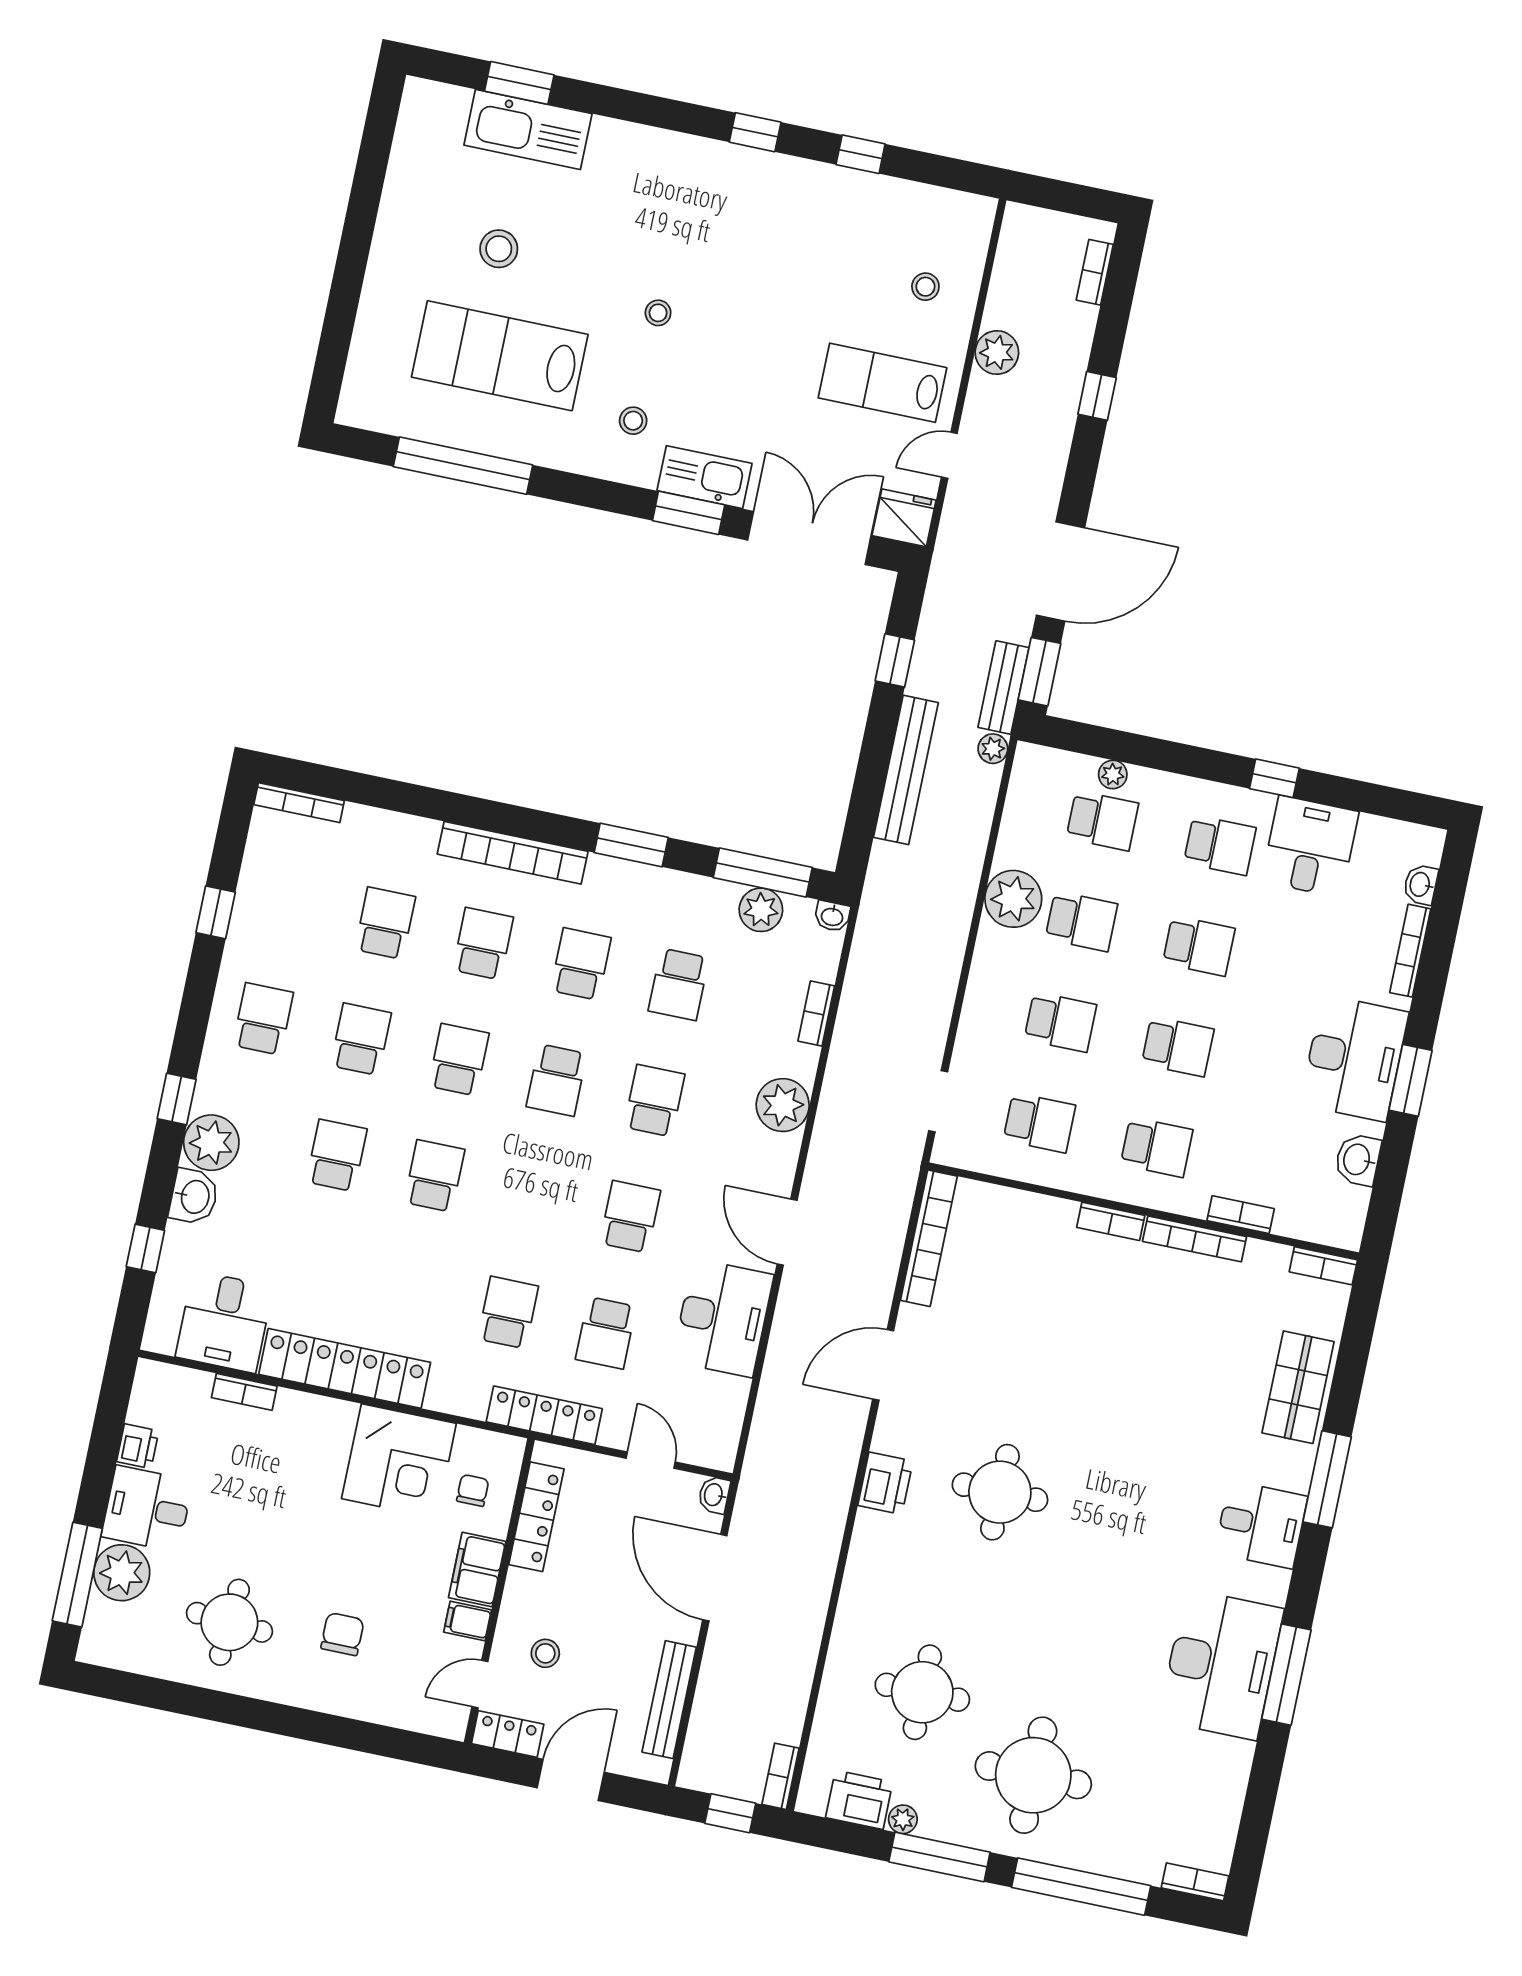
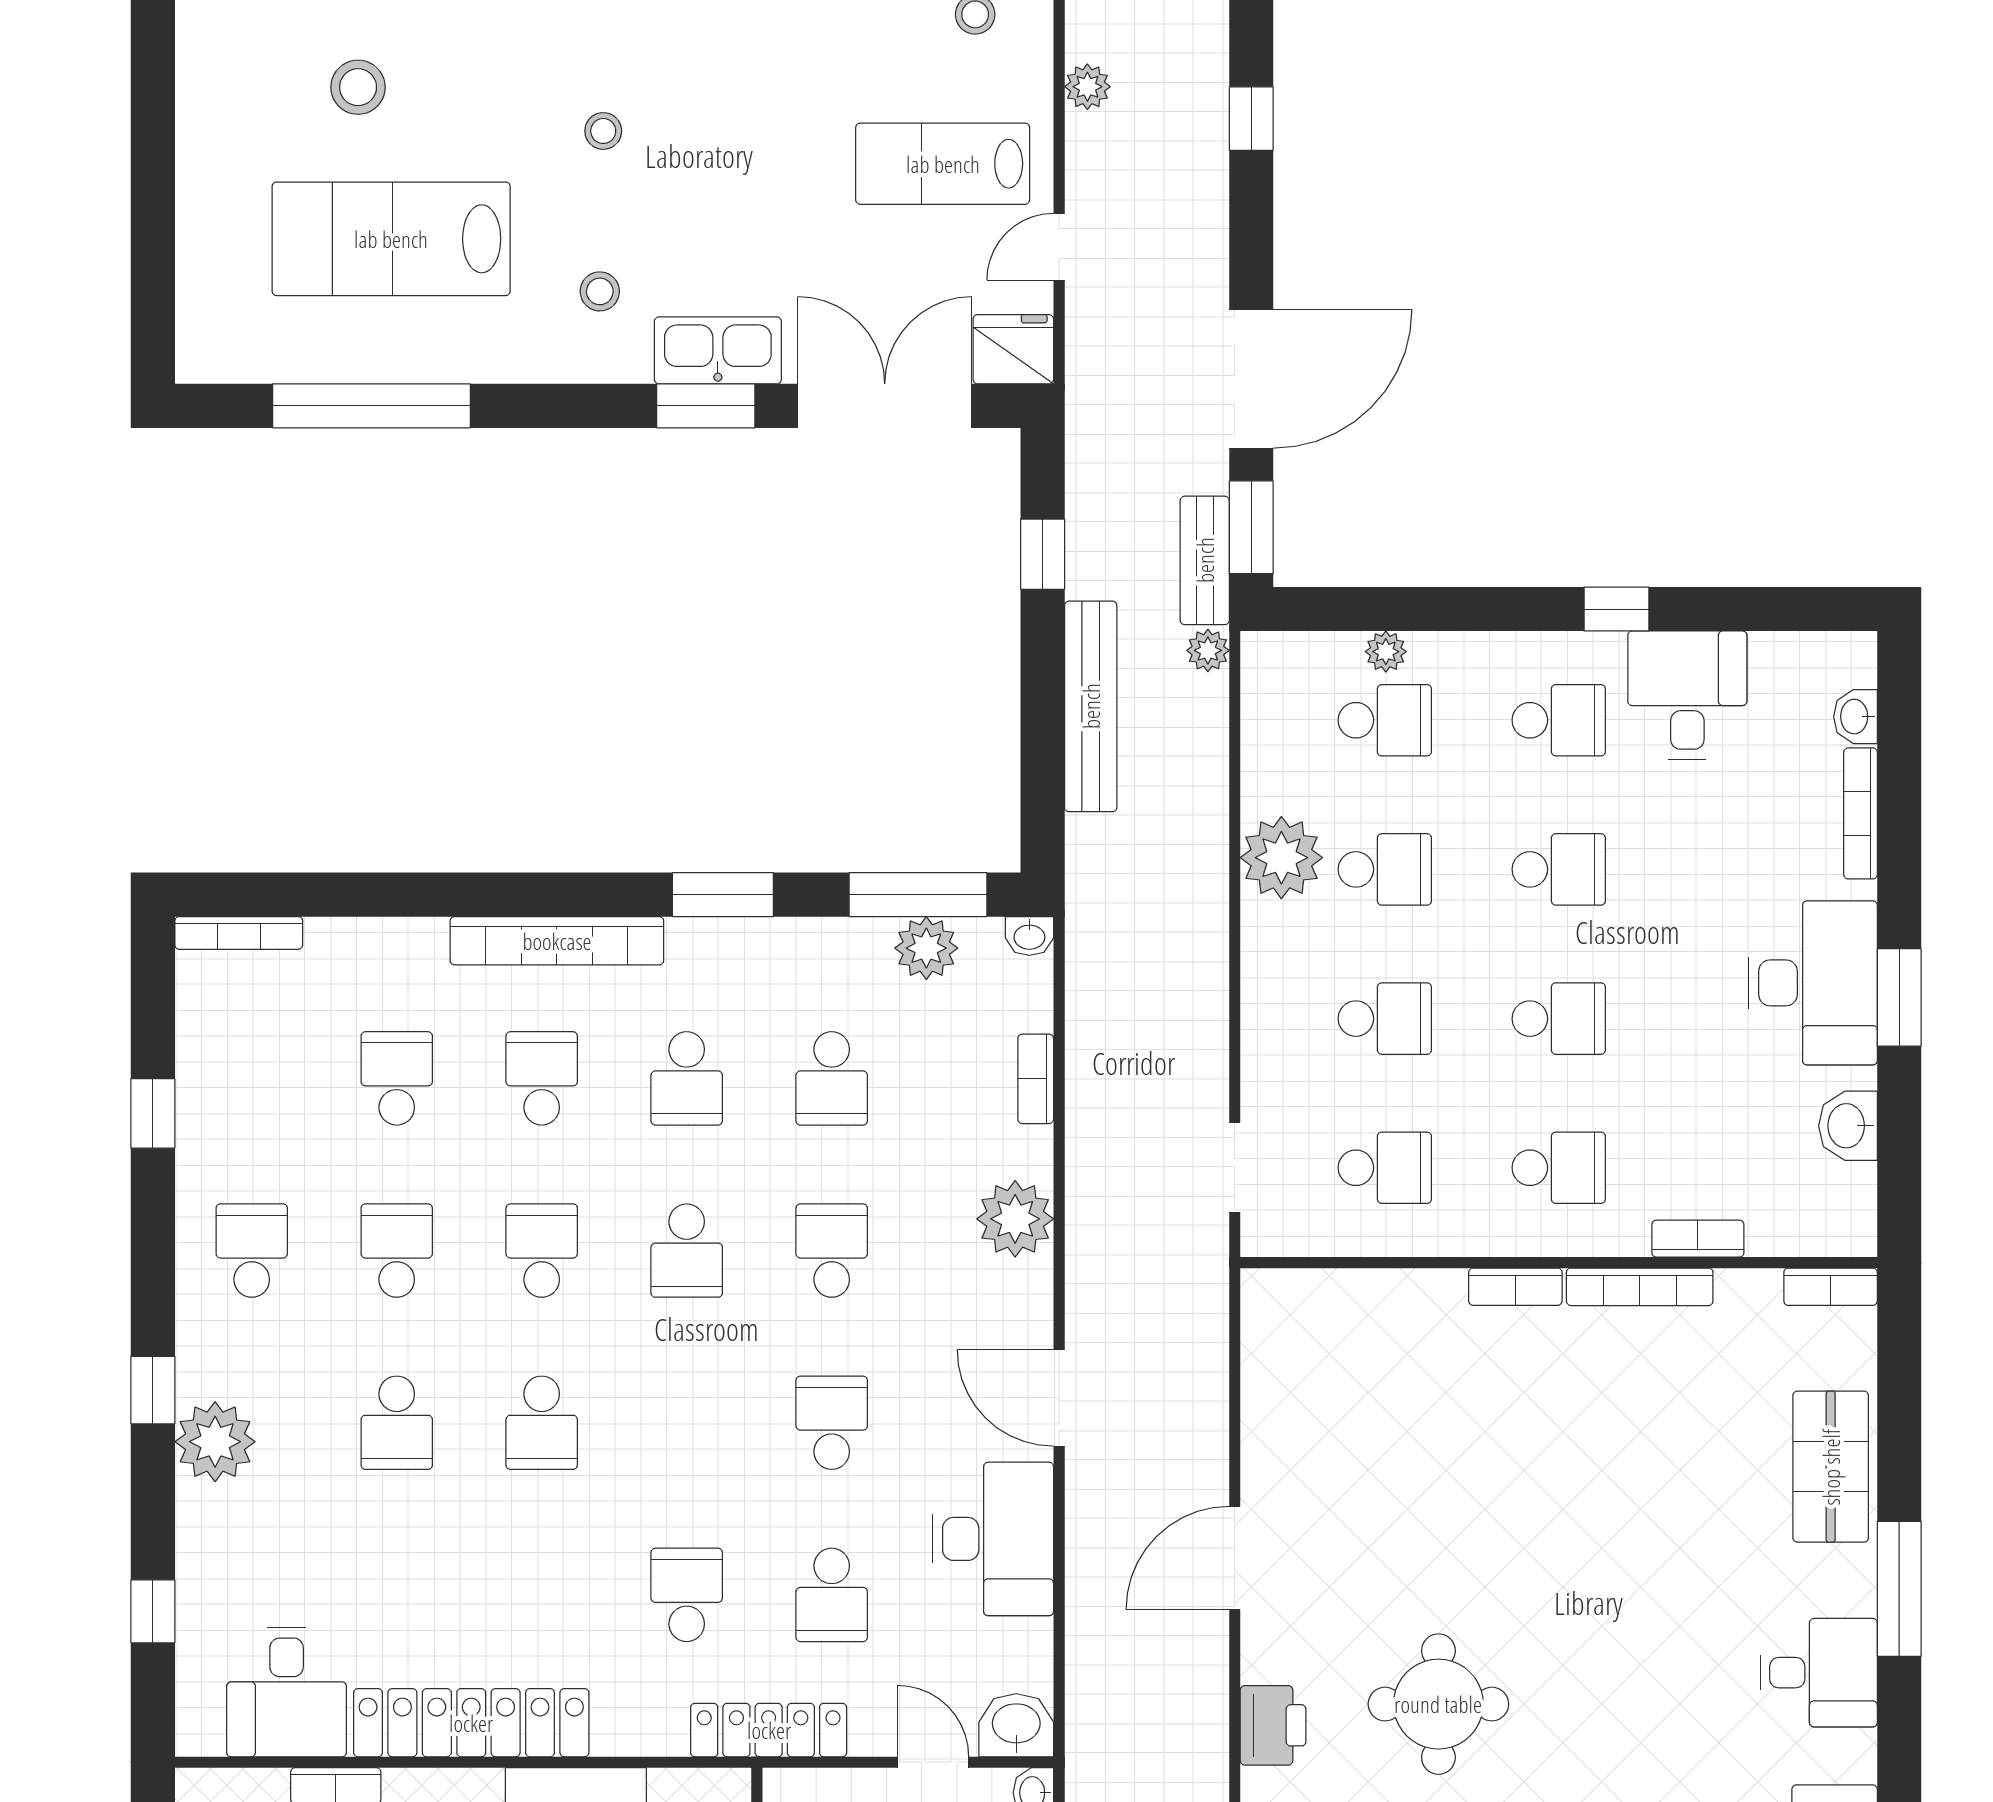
plant: (997, 352) -> (1087, 87), width x0.73, depth x0.73
school desk: (581, 964) -> (687, 1078), turned 180
school desk: (337, 1155) -> (397, 1423), turned 180
school desk: (434, 1176) -> (542, 1423), turned 180
washbasin: (194, 1197) -> (1016, 1725), moved, turned -90
bookcase: (929, 1238) -> (1262, 1365), removed

